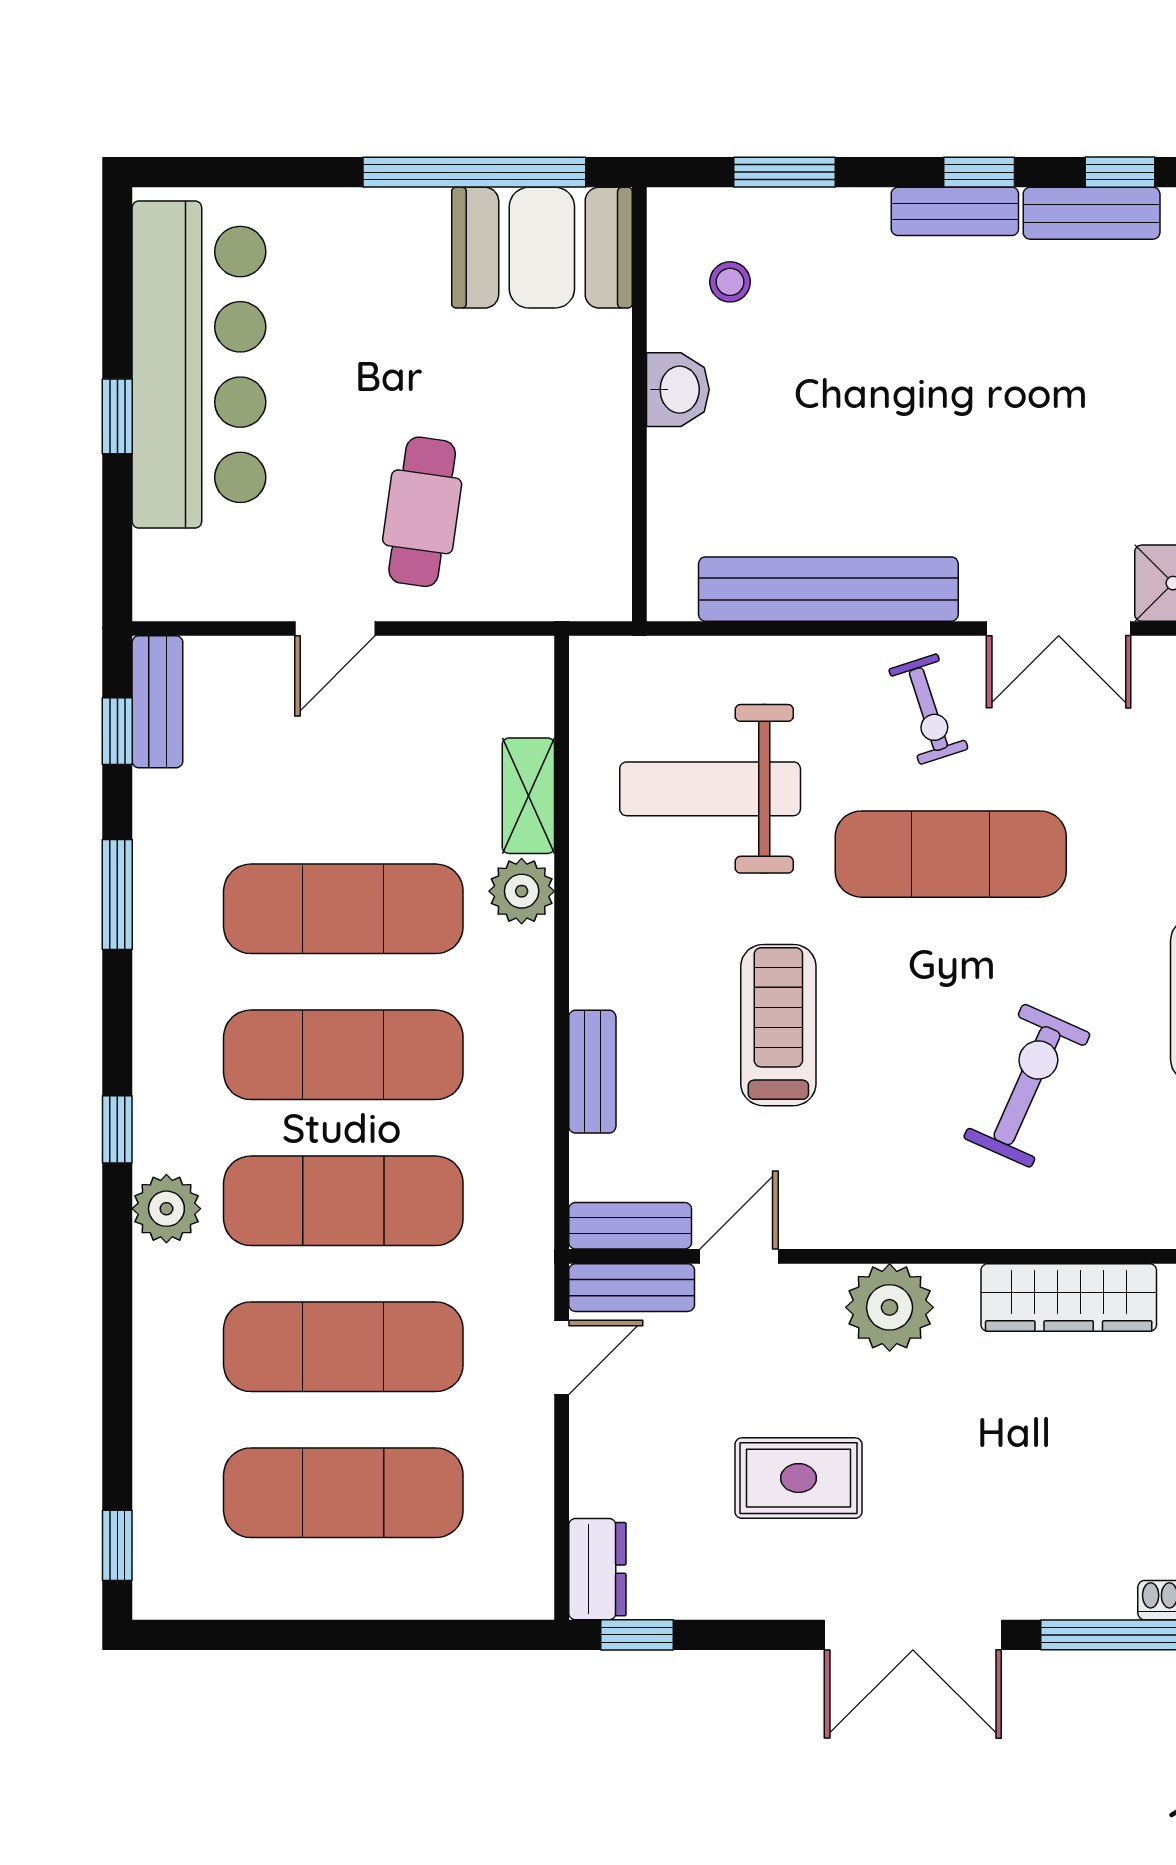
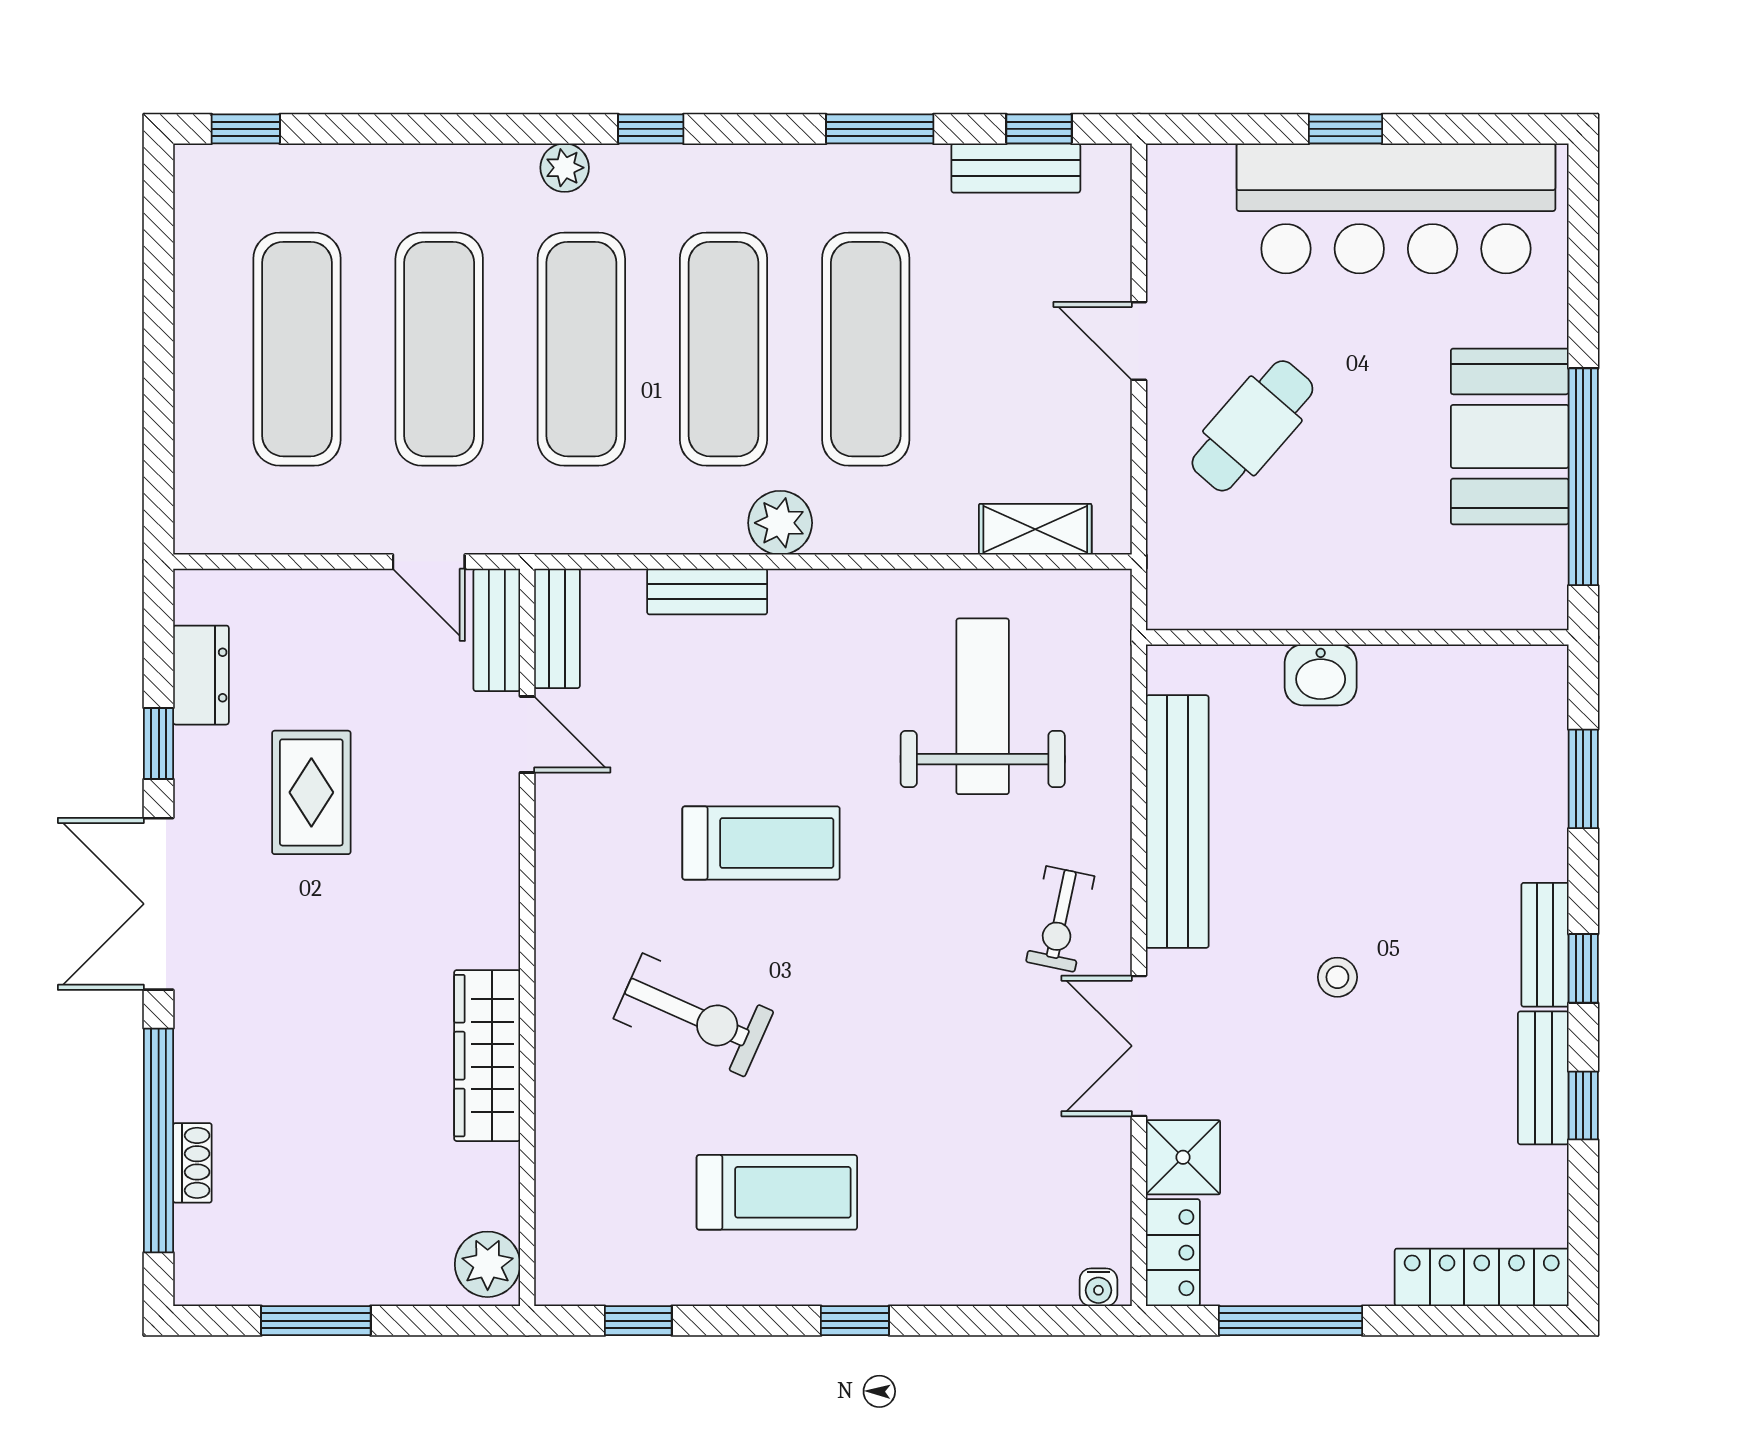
booth: (542, 248) -> (1510, 436), moved
stool: (730, 282) -> (1337, 977), moved
washbasin: (678, 390) -> (1321, 675), moved
cafe table: (422, 512) -> (1252, 426), turned -57
bench: (157, 702) -> (1016, 168), moved
exercise bike: (928, 709) -> (1060, 919), turned -60
shelving: (528, 796) -> (1035, 529), moved
exercise mat: (951, 854) -> (919, 941), removed
plant: (522, 891) -> (780, 523), moved
treadmill: (778, 1025) -> (761, 843), moved
plant: (166, 1209) -> (565, 168), width x0.73, depth x0.73
plant: (890, 1307) -> (478, 881), removed
dresser: (597, 1569) -> (201, 675), moved, turned -90
window: (637, 1635) -> (159, 744), moved

